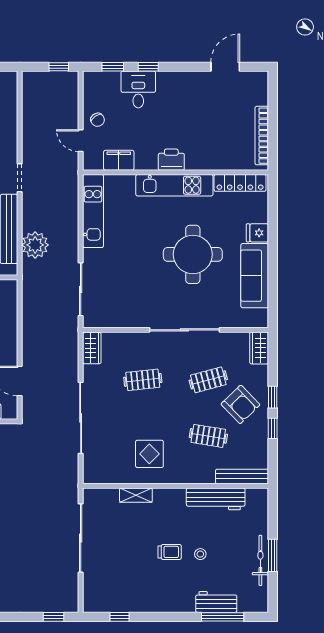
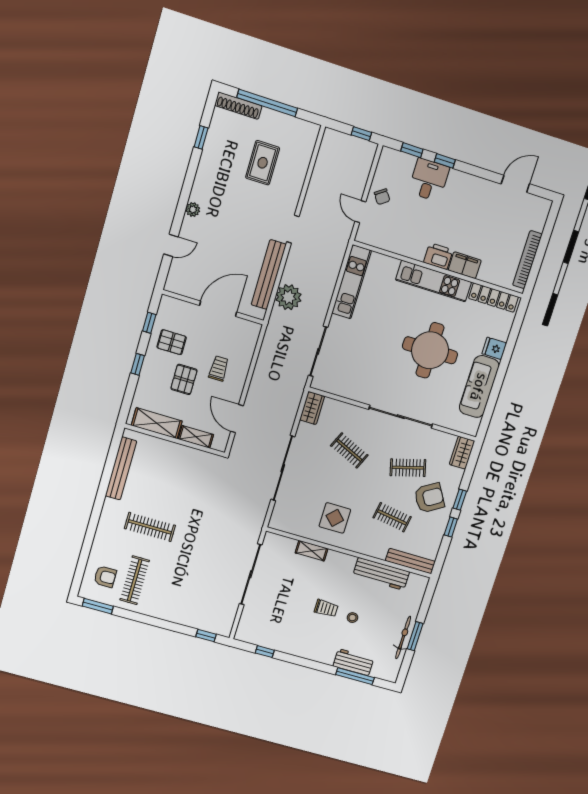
filing cabinet: (119, 160) -> (465, 265), moved
clothes rail: (143, 380) -> (349, 450), turned 30
armchair: (240, 404) -> (429, 498), turned -77

